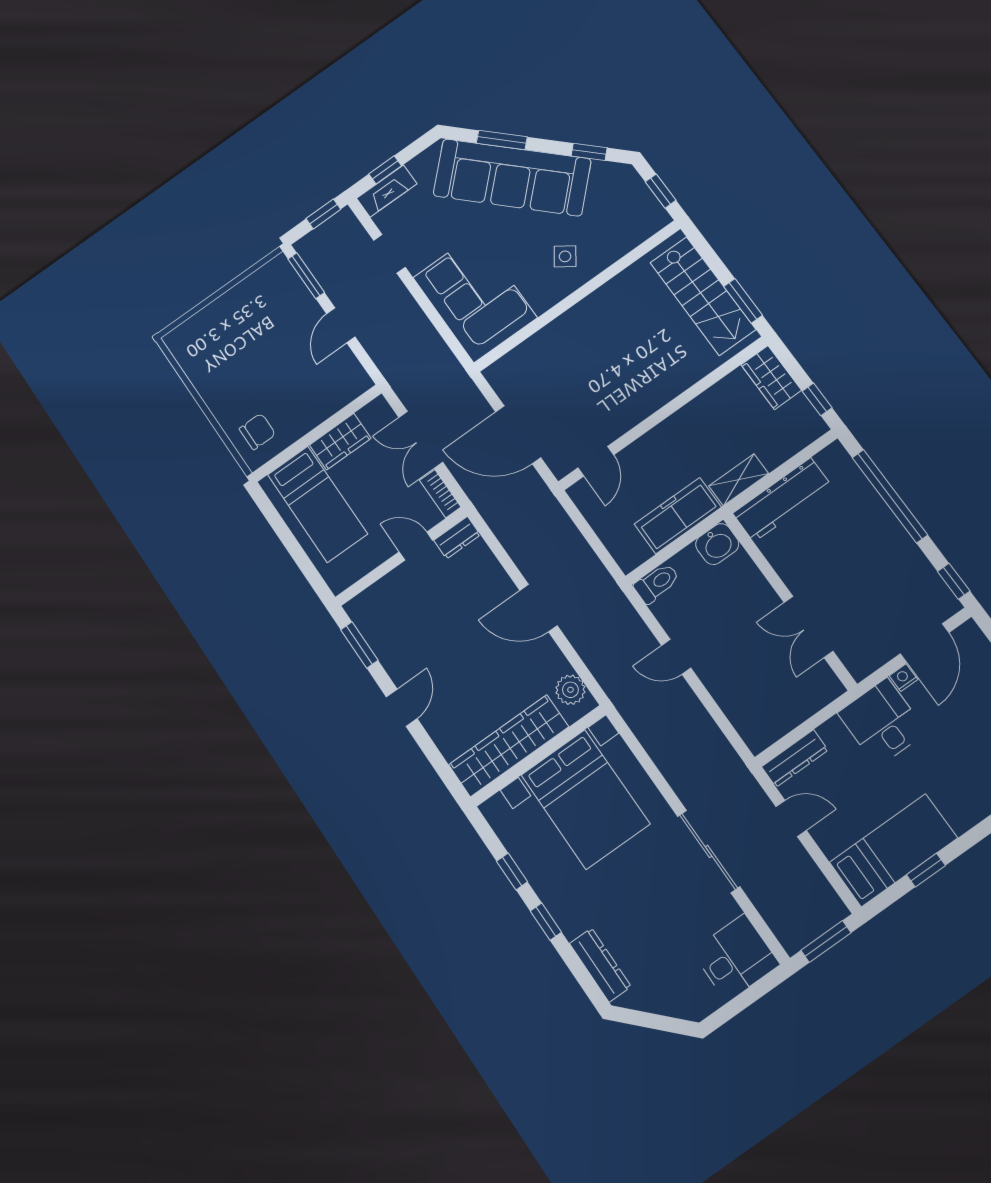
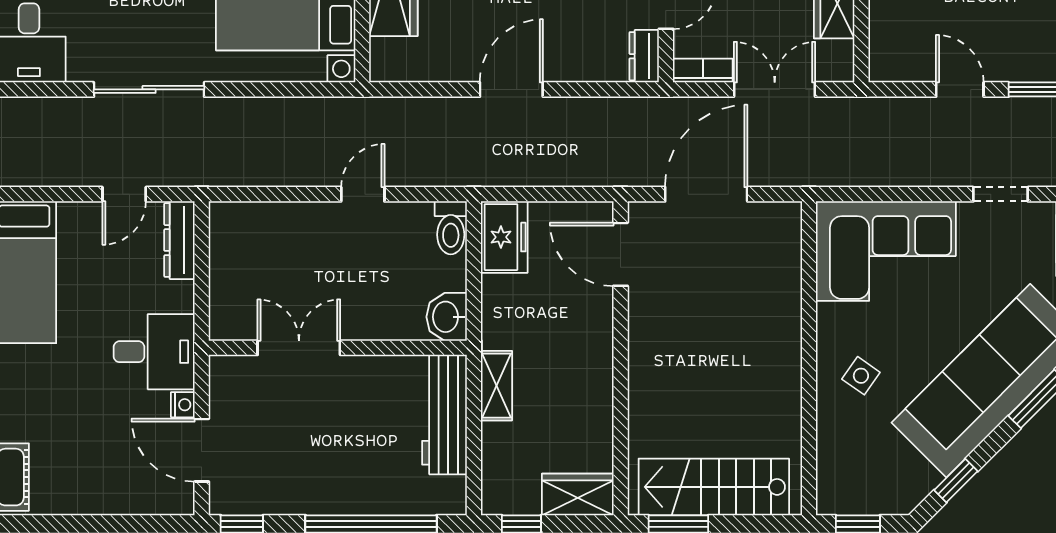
door: (596, 461) -> (621, 254), width x1.38
freezer: (678, 516) -> (504, 237), moved, width x0.71
plant: (570, 690) -> (405, 64), removed

